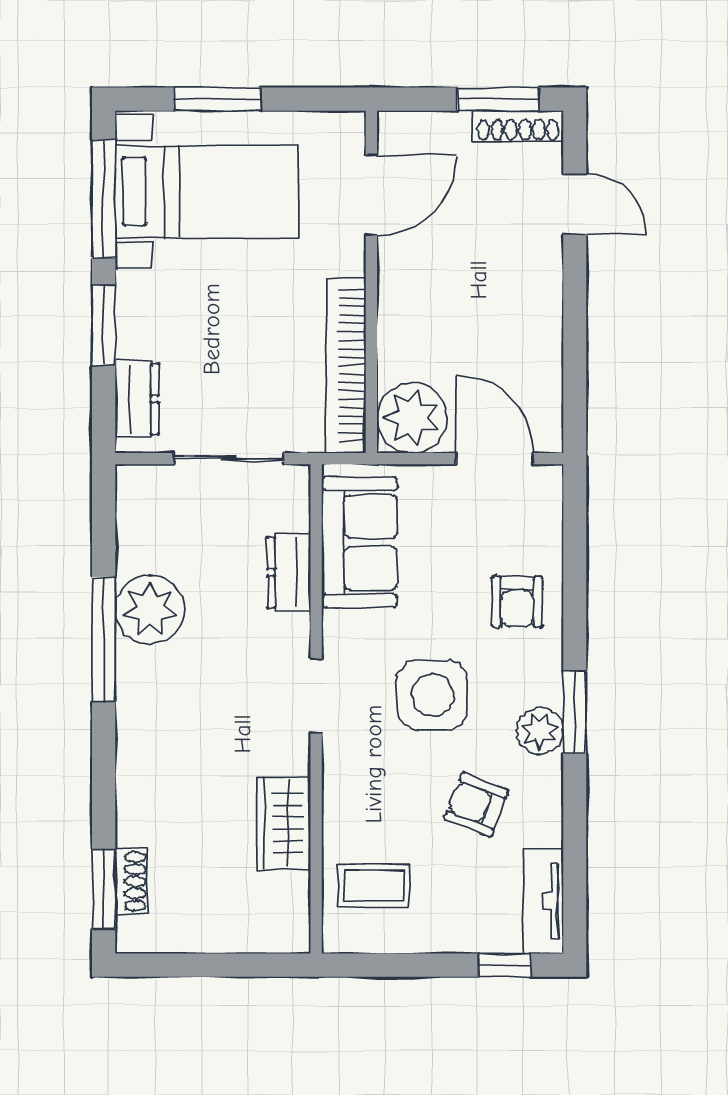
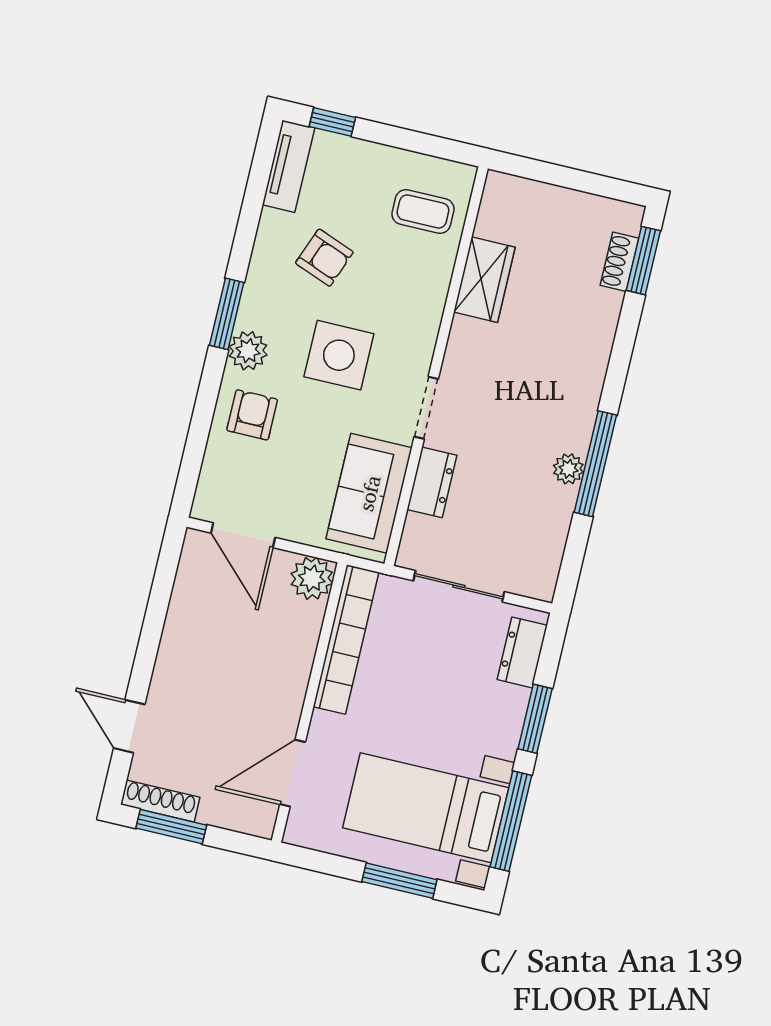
plant: (412, 418) -> (312, 578), width x0.73, depth x0.73
plant: (150, 610) -> (568, 469), width x0.53, depth x0.53
doorway: (316, 696) -> (426, 408), moved
plant: (540, 731) -> (248, 351), moved

